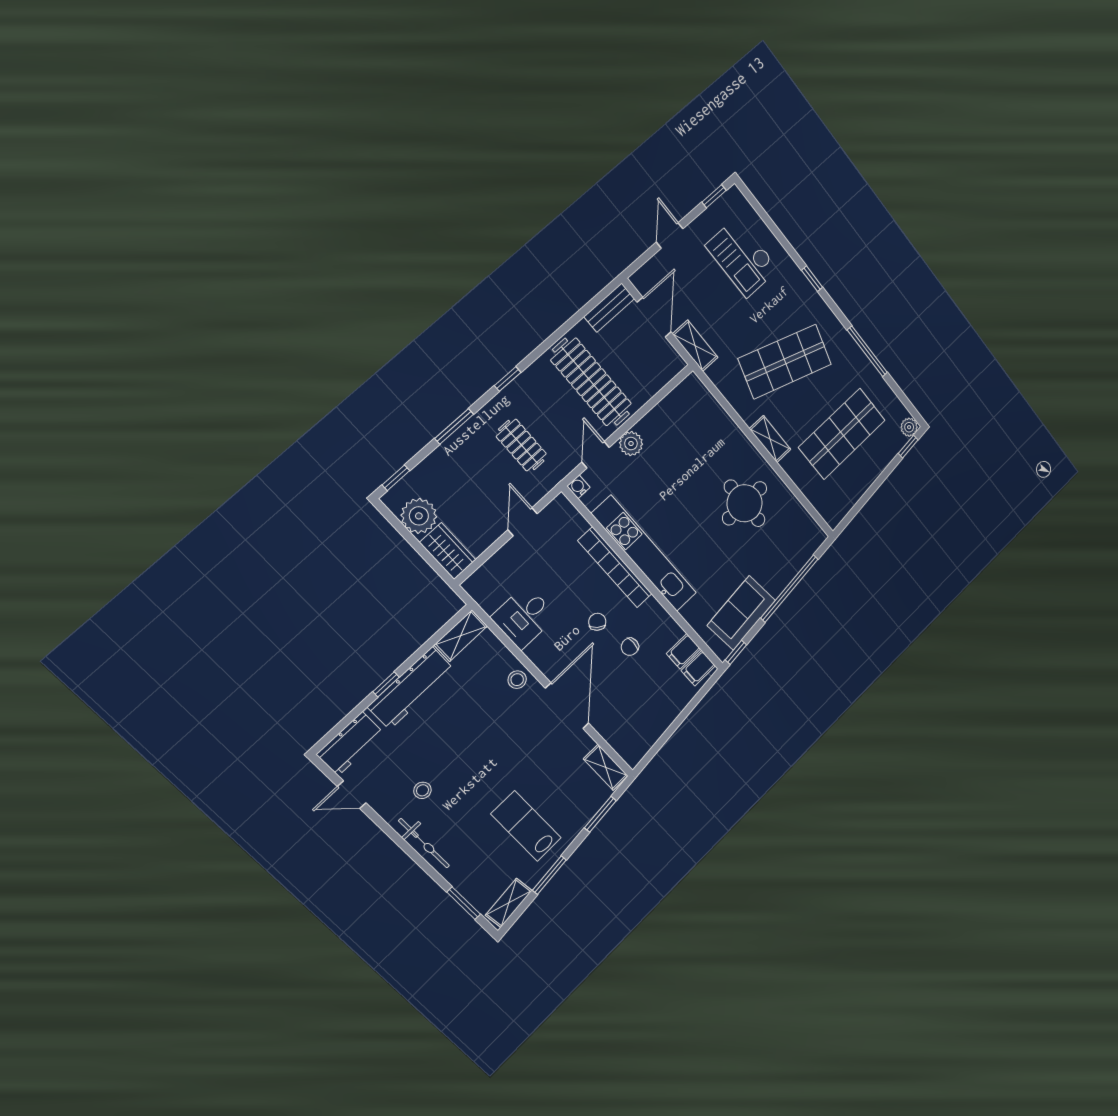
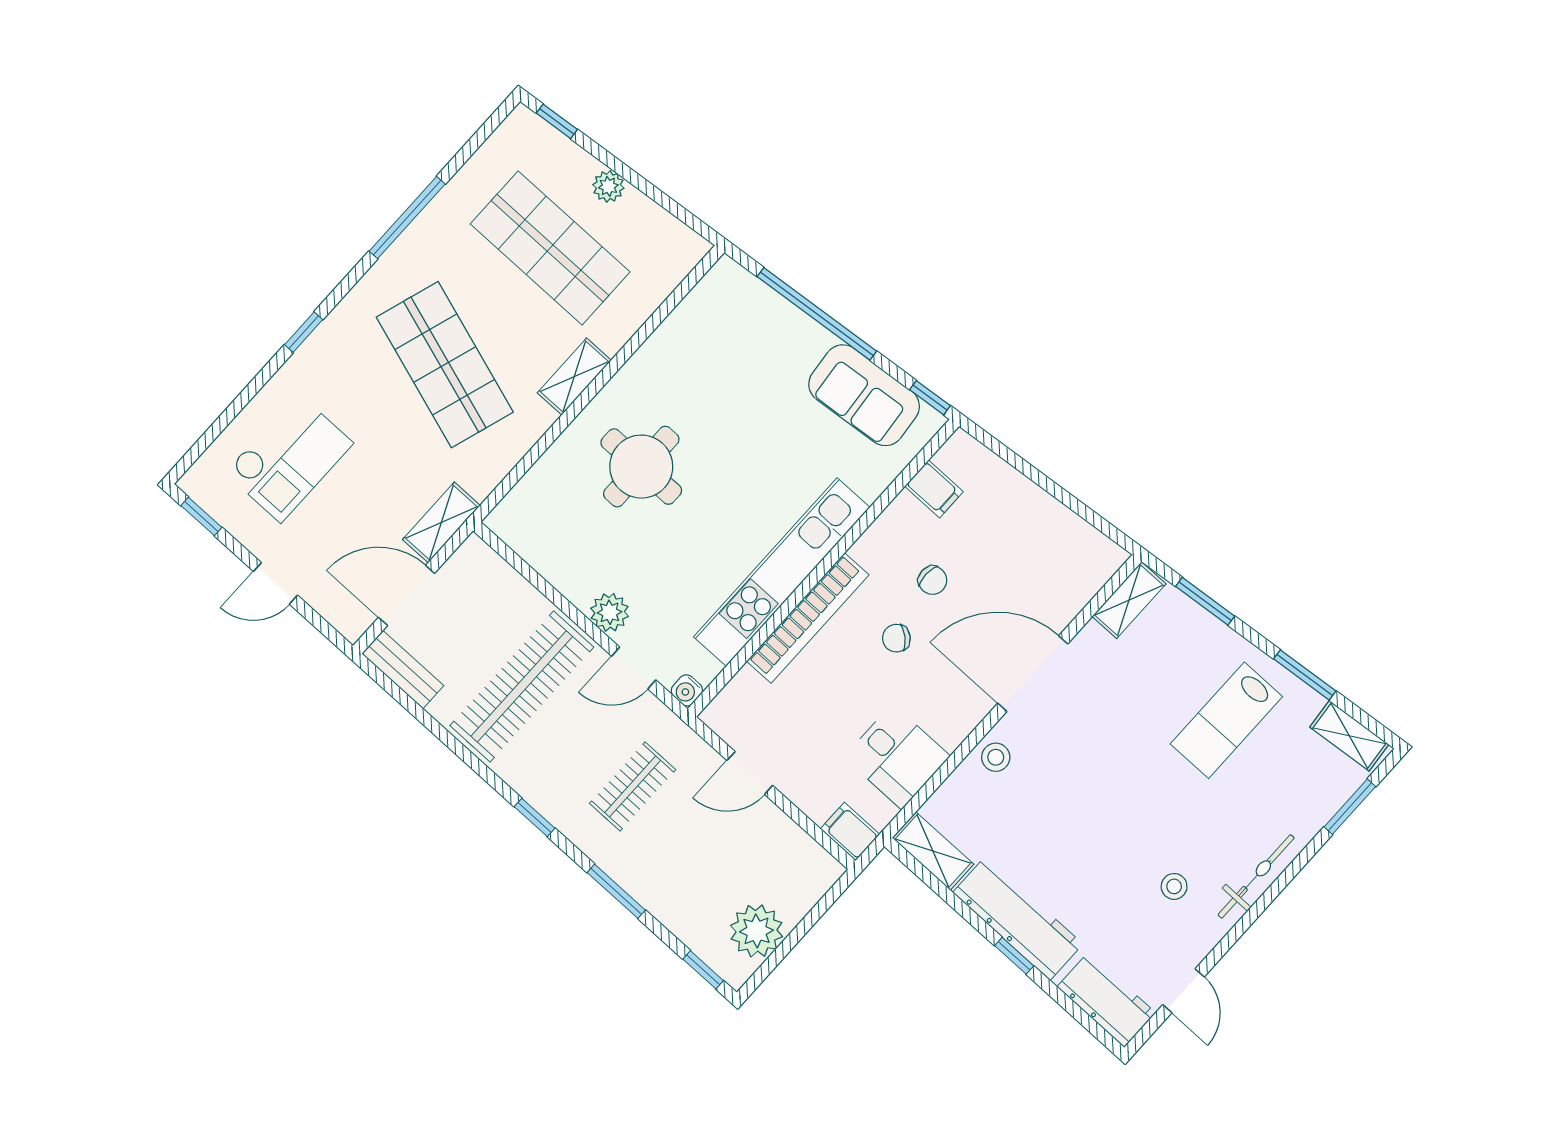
plant: (909, 427) -> (608, 186), moved
round table: (745, 503) -> (641, 467), moved
wardrobe: (448, 551) -> (806, 883), removed
filing cabinet: (698, 668) -> (850, 832), moved, turned 180

